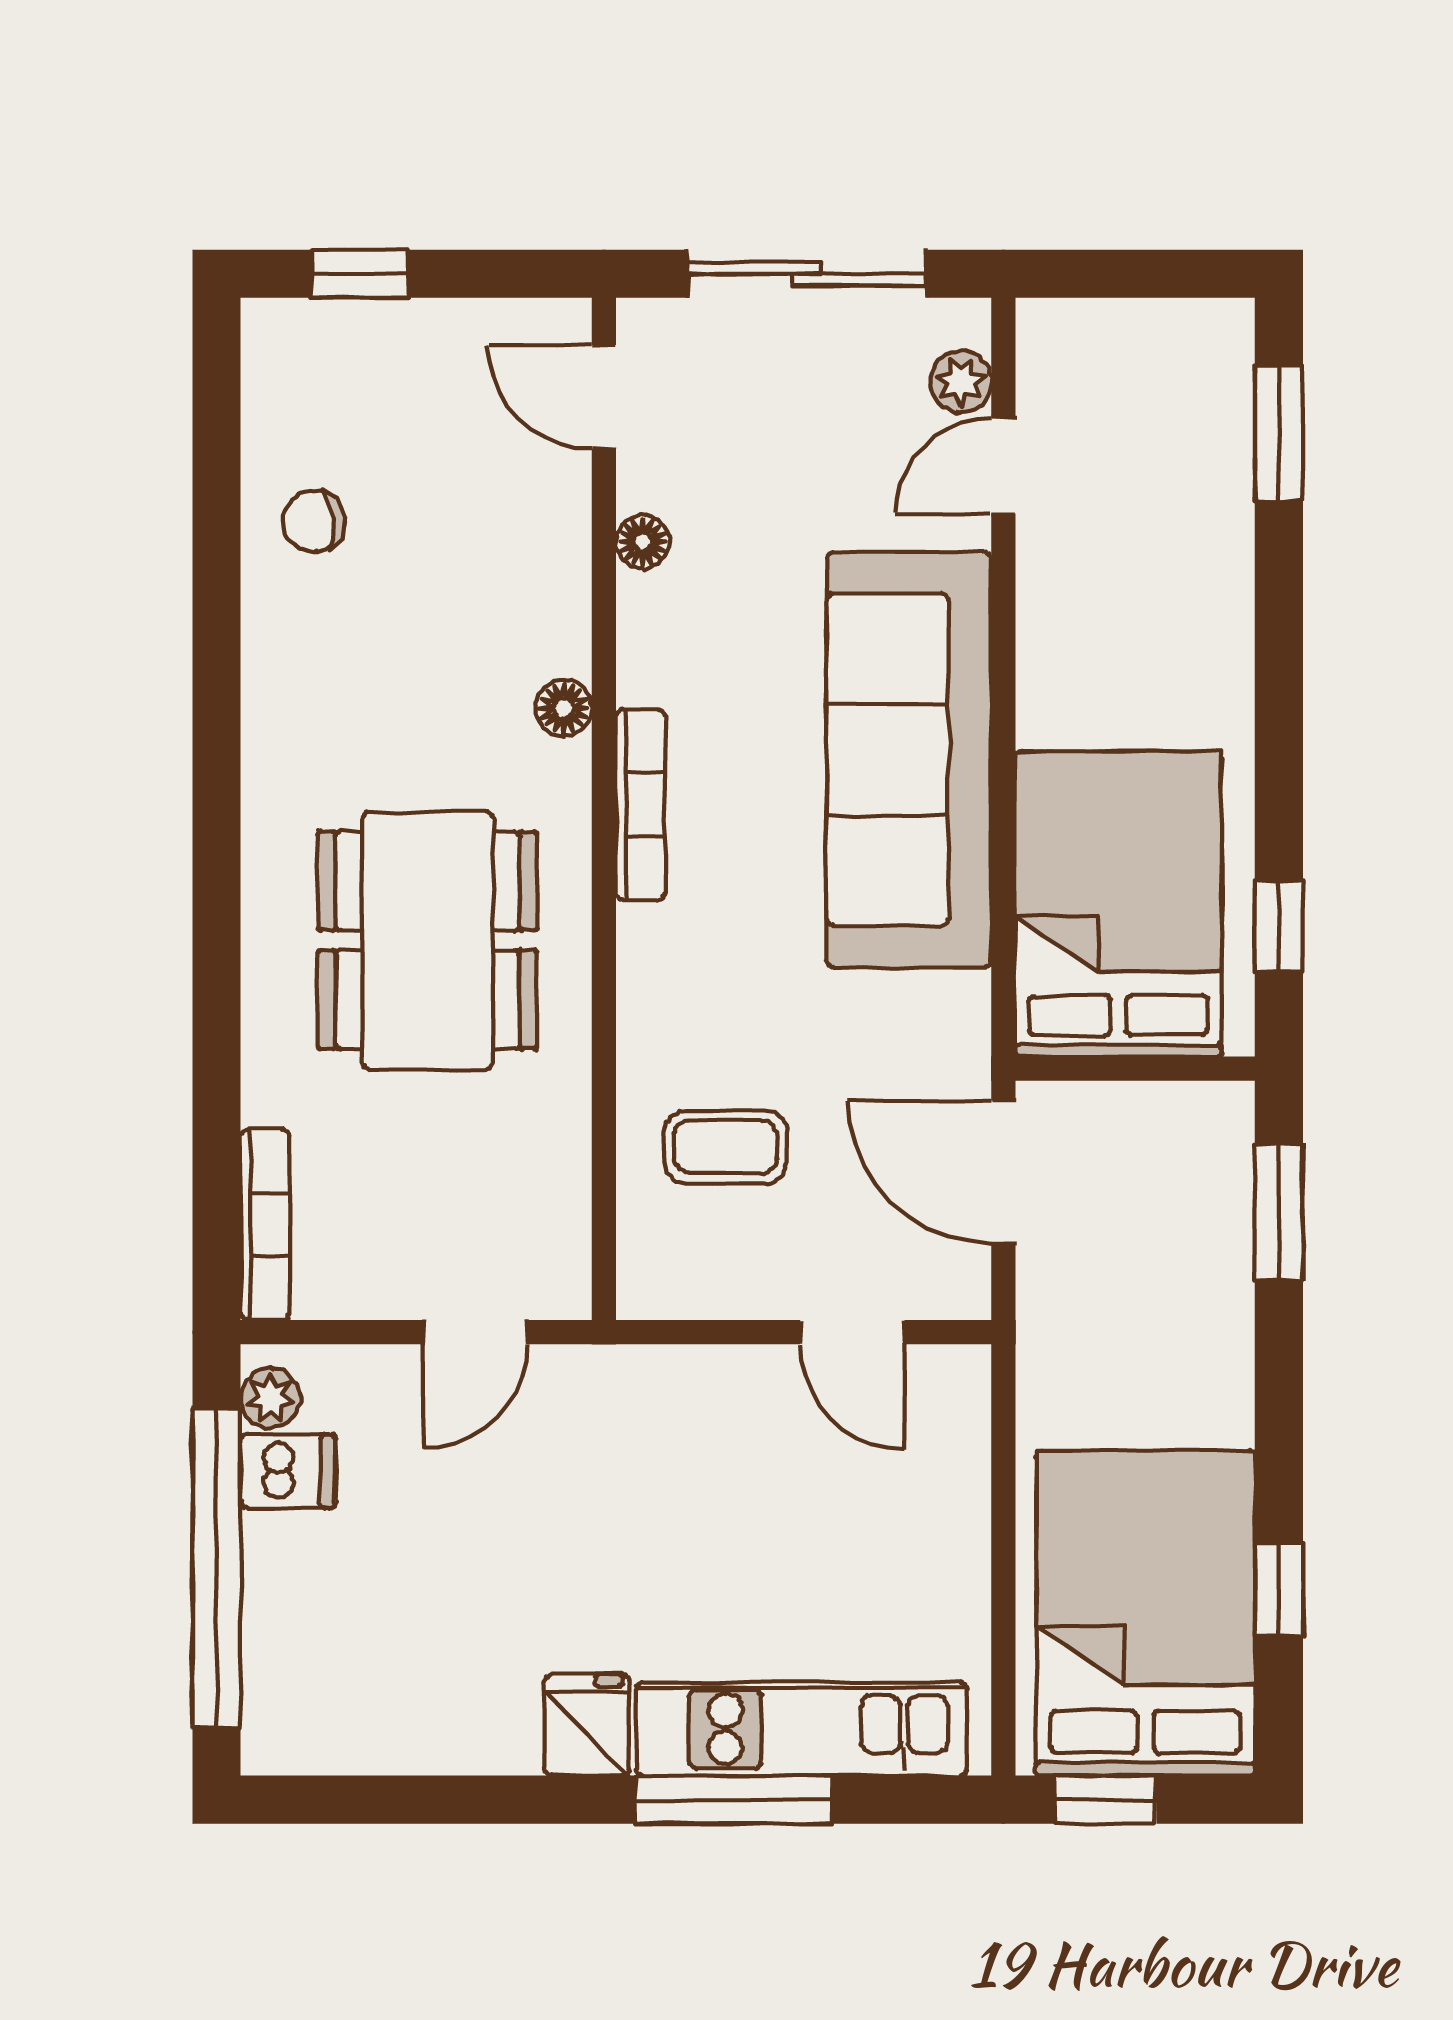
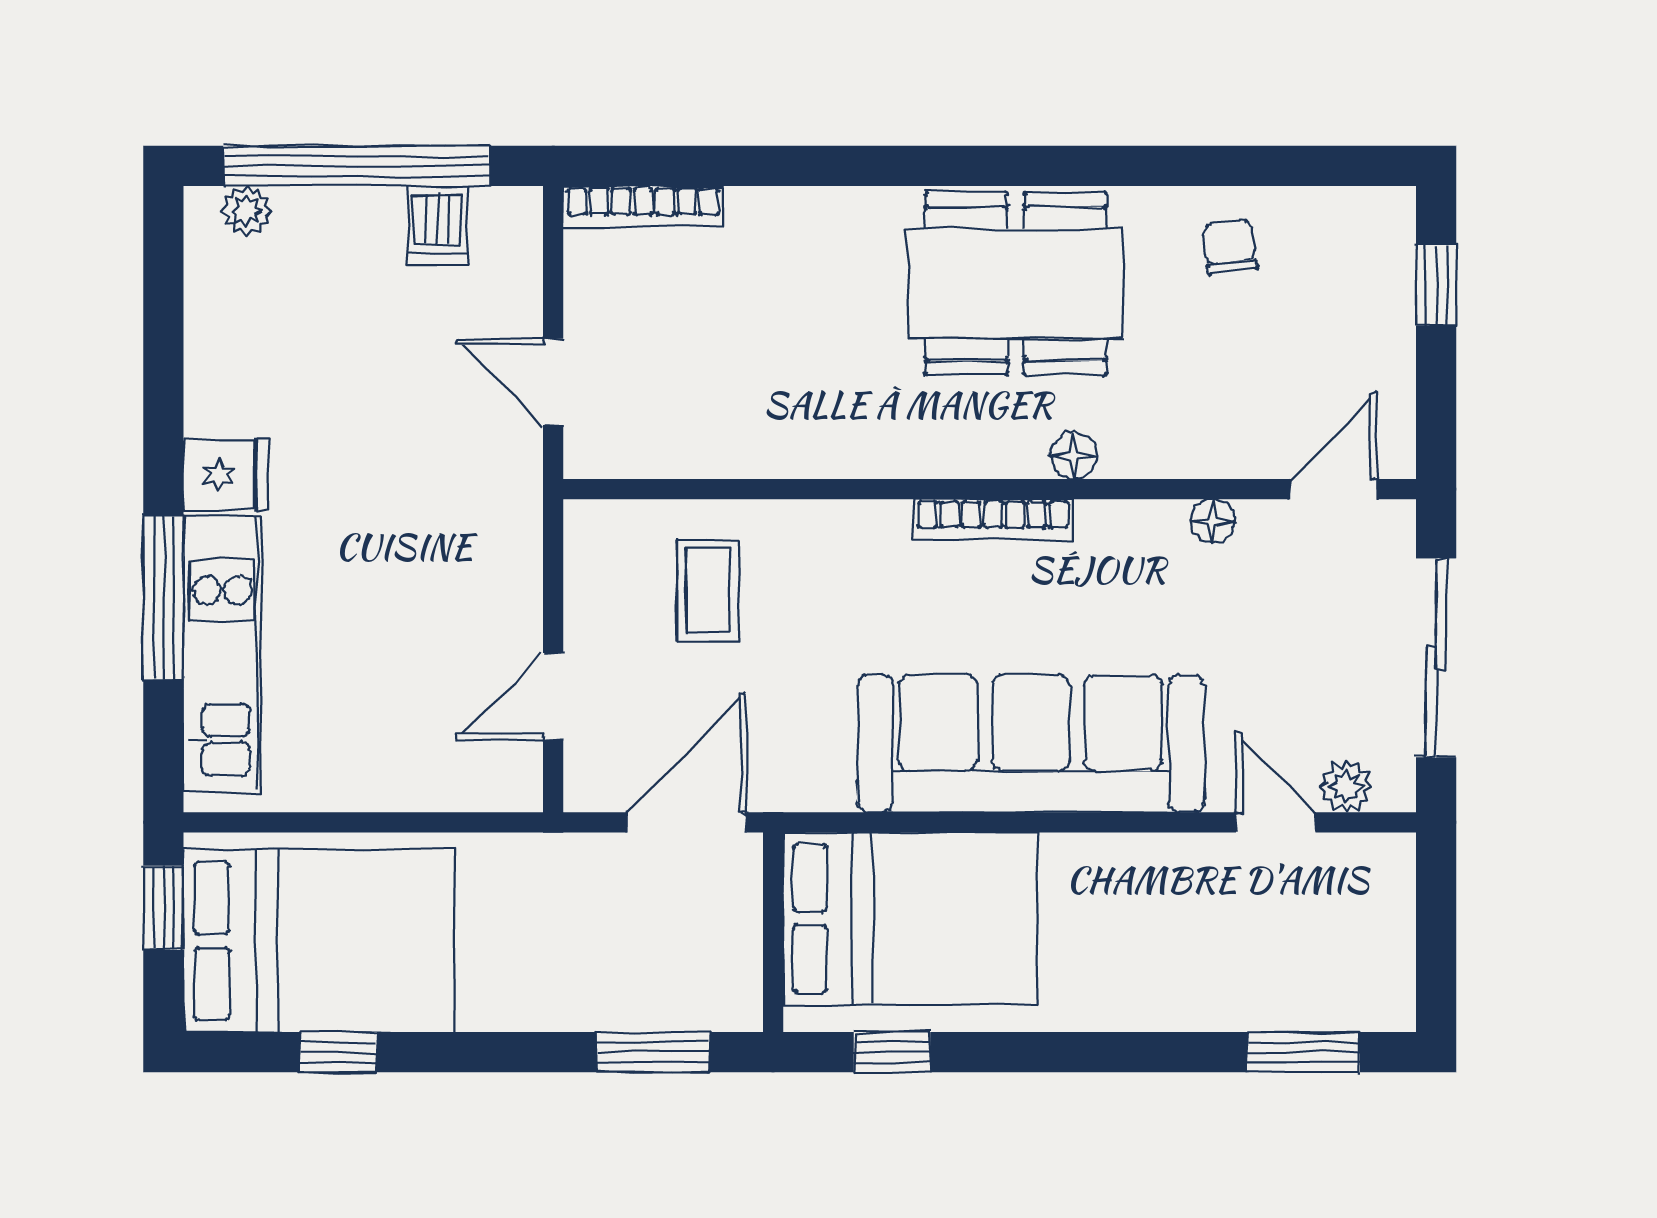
dining table: (428, 940) -> (1016, 284), moved
plant: (270, 1398) -> (247, 211), moved

